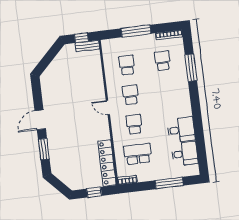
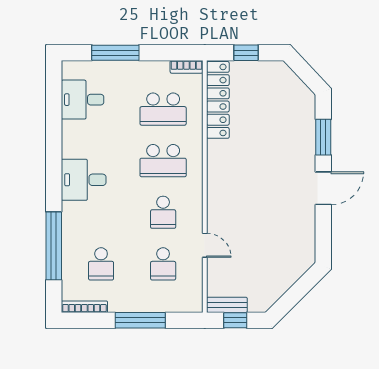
window: (191, 68) -> (54, 246), width x1.46
door: (108, 107) -> (205, 245), moved
school desk: (134, 124) -> (163, 161), width x1.85
desk: (181, 130) -> (84, 180), moved

